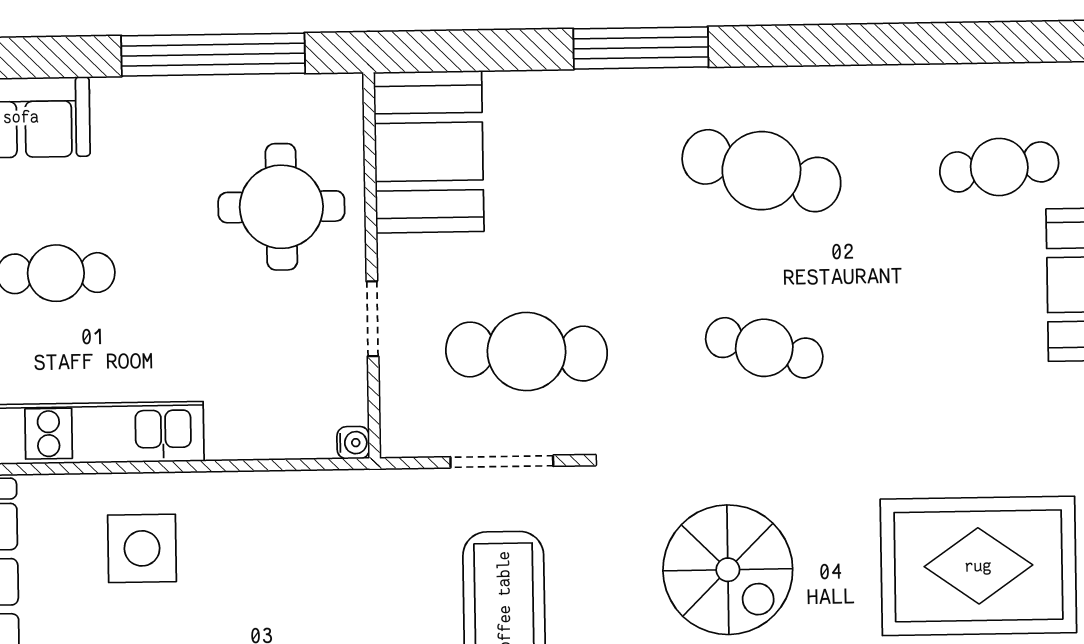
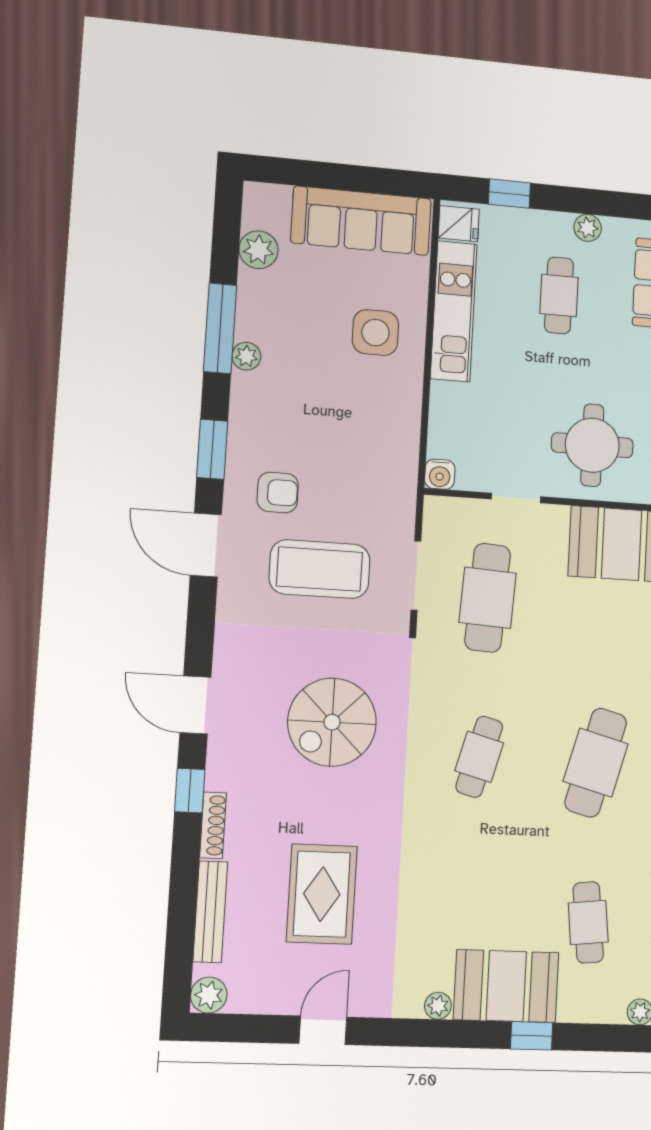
water cooler: (353, 443) -> (440, 474), width x1.38, depth x1.38
rug: (978, 566) -> (322, 894), width x0.73, depth x0.69

